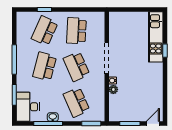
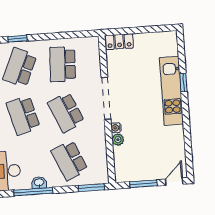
locker: (120, 17) -> (119, 42), added
kitchen unit: (156, 37) -> (171, 91), moved
school desk: (45, 66) -> (23, 115), turned -30

